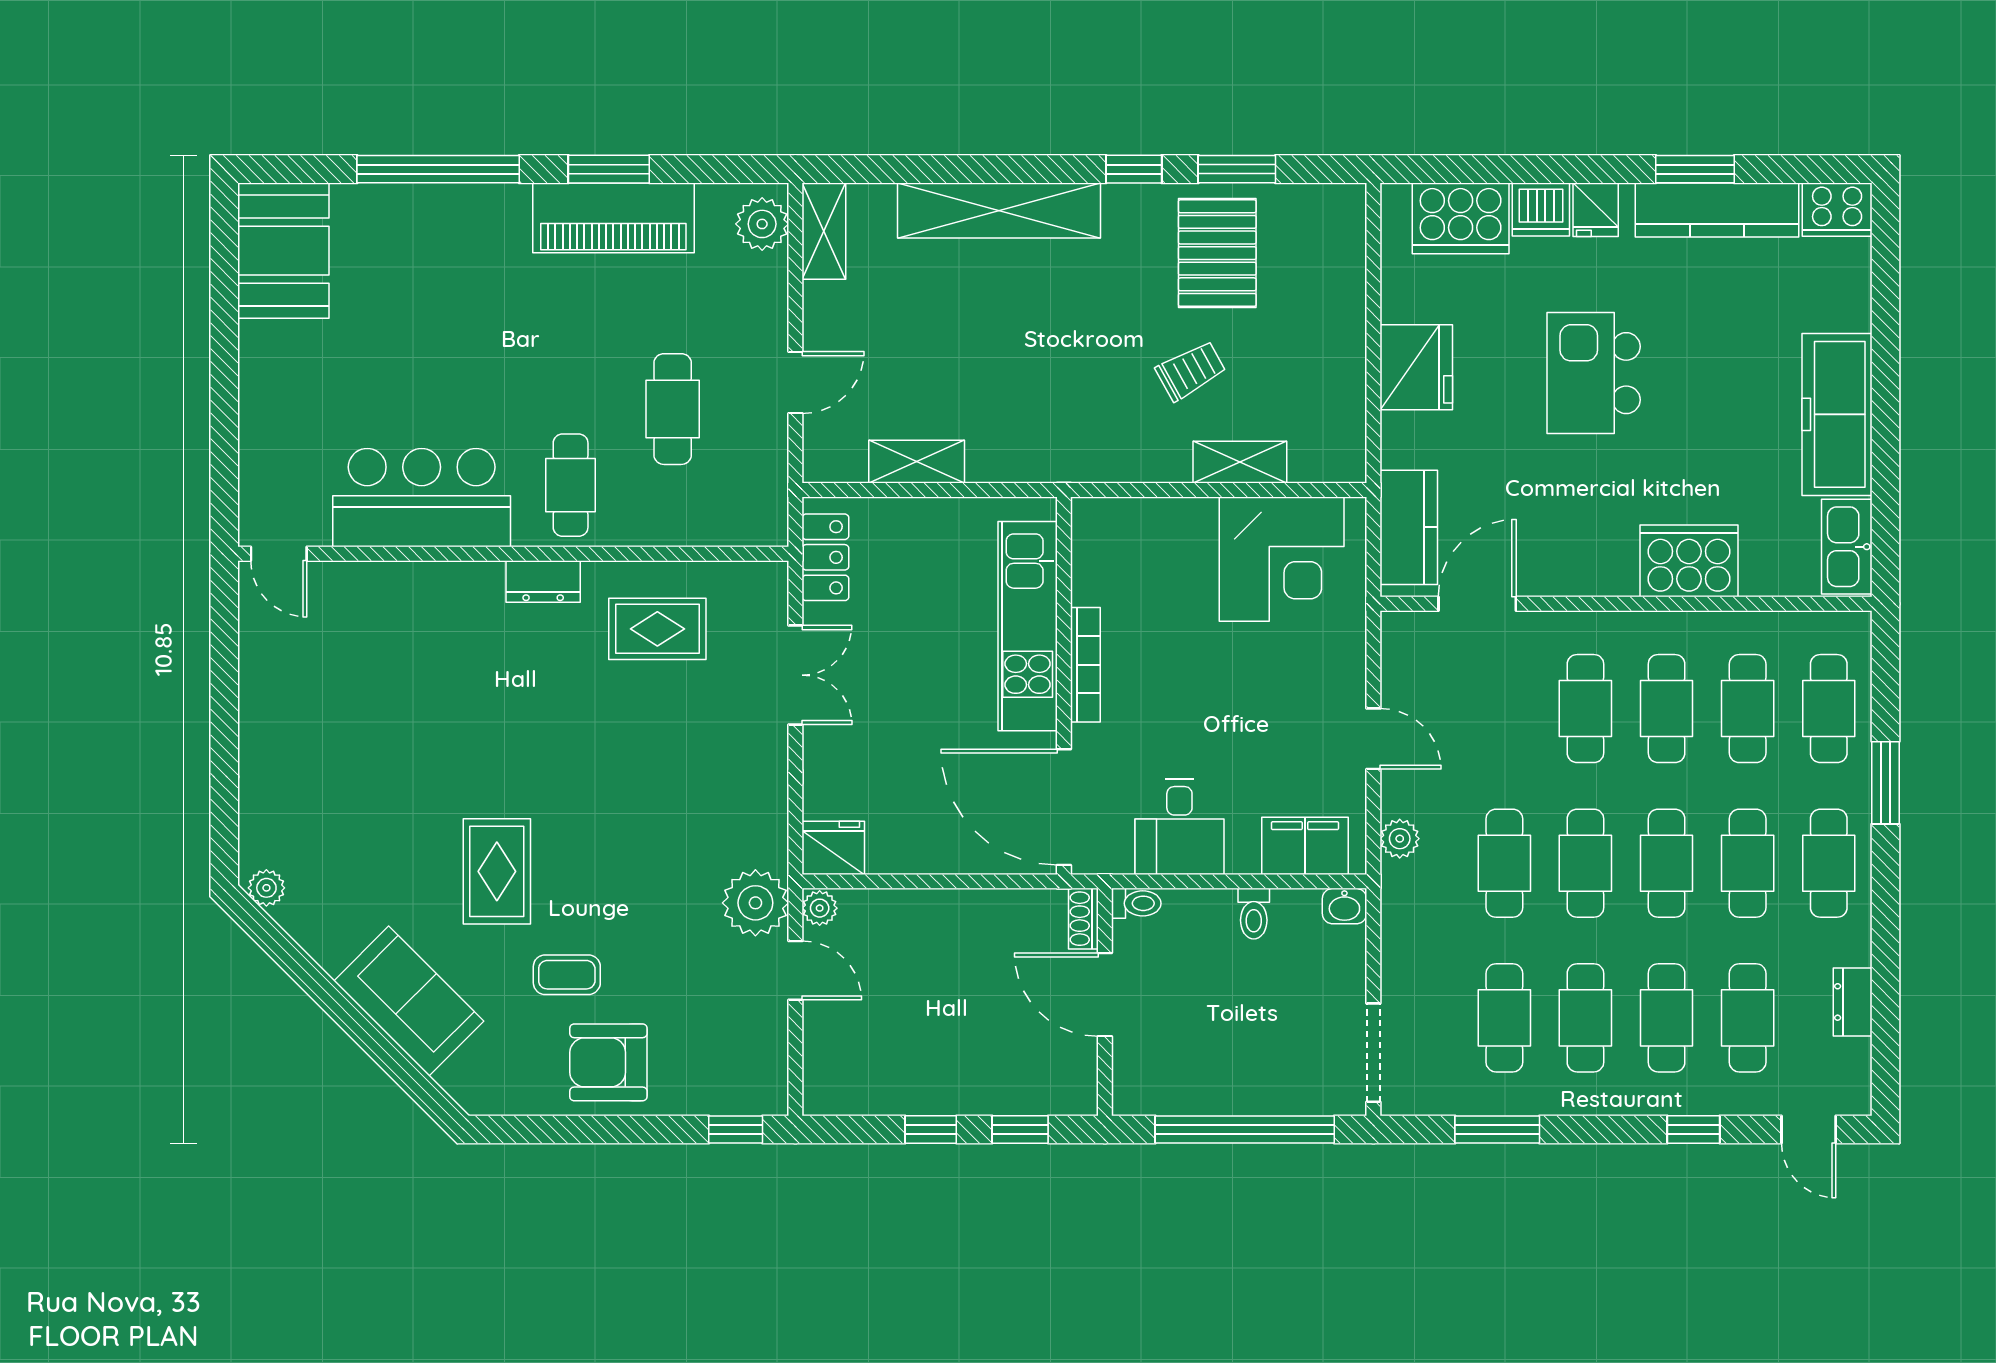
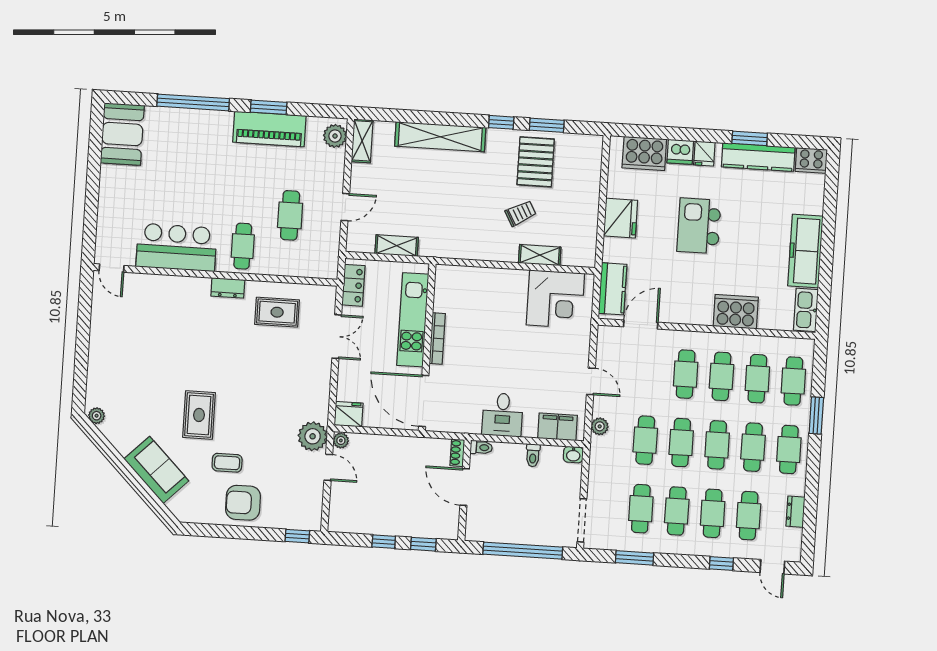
kitchen unit: (1028, 626) -> (413, 320), moved
bookcase: (1085, 665) -> (437, 338), moved
wall: (1064, 686) -> (427, 347), moved
door: (1064, 807) -> (424, 401), moved

